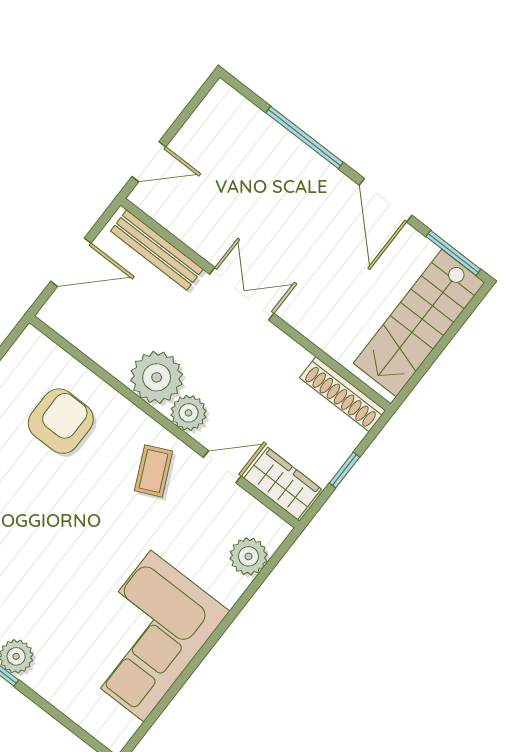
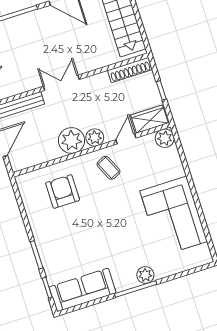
plant: (249, 556) -> (165, 138), moved

